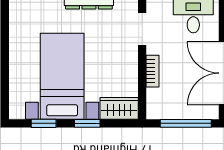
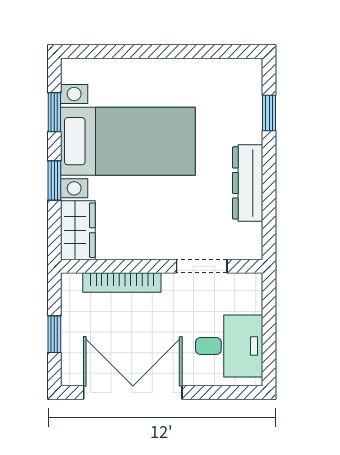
bookcase: (153, 71) -> (122, 282), width x1.56
window: (186, 123) -> (54, 334), width x0.46

